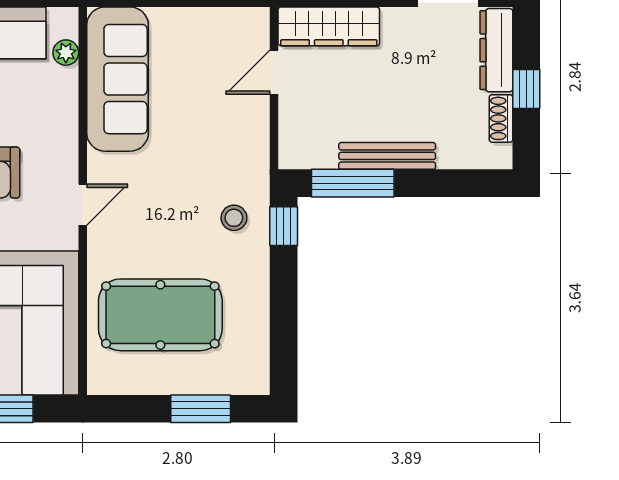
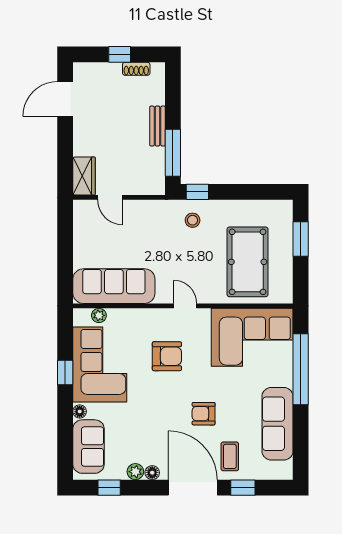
wardrobe: (329, 26) -> (84, 176), width x0.67
dresser: (496, 50) -> (98, 71), removed
bench: (387, 156) -> (157, 126), width x0.73

